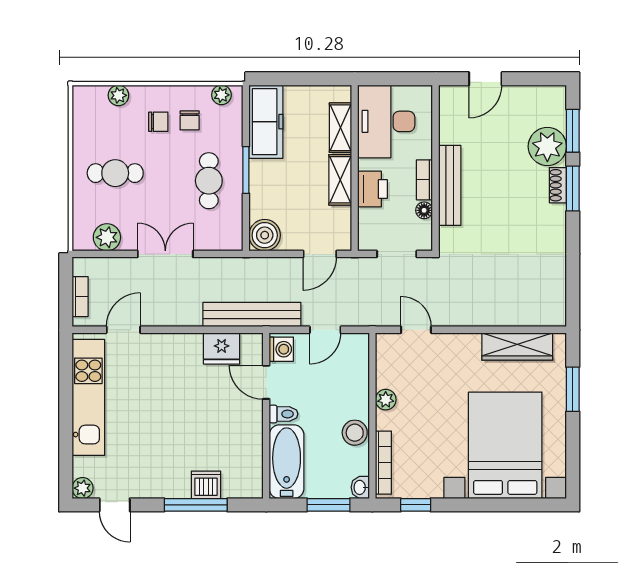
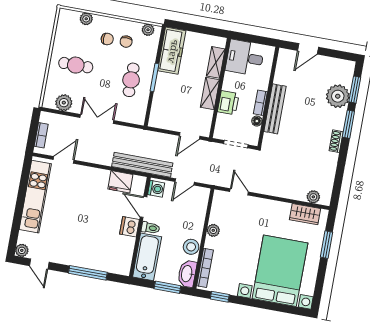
desk: (386, 121) -> (245, 58), width x0.73
shoe rack: (558, 185) -> (336, 141), moved
boiler: (265, 235) -> (159, 119), removed
plant: (537, 316) -> (313, 197), added
wardrobe: (517, 346) -> (305, 214), width x0.67
dishwasher: (206, 485) -> (129, 227), moved, turned -90
washbasin: (360, 487) -> (187, 274), width x1.91, depth x1.45

